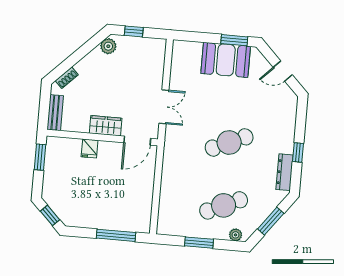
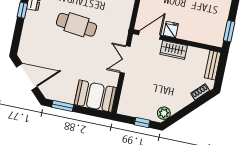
booth: (226, 60) -> (95, 96), moved
door: (283, 71) -> (27, 77), width x1.88
cafe table: (229, 142) -> (77, 25), turned 30
fridge: (90, 149) -> (171, 29), moved

